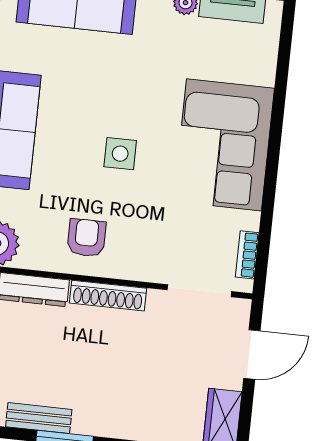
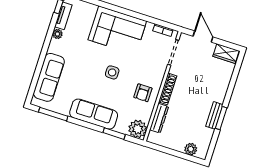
armchair: (86, 238) -> (143, 93), turned -90
bench: (39, 418) -> (214, 115), moved

